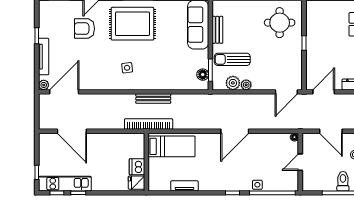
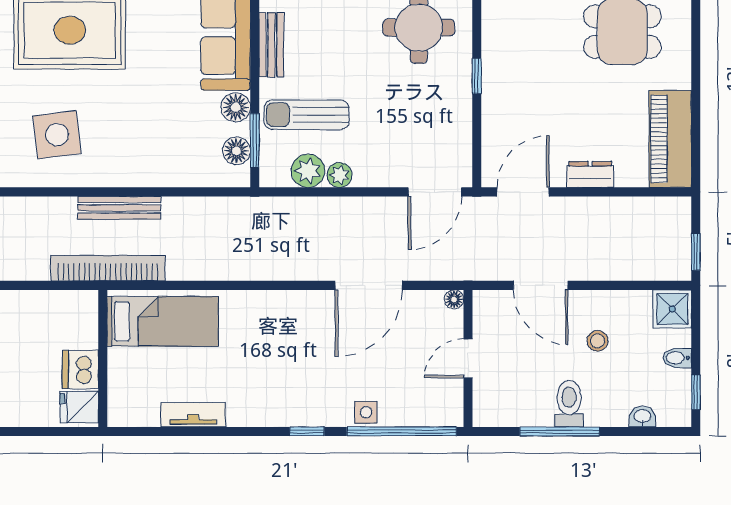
floor lamp: (202, 56) -> (236, 107), added
side table: (127, 68) -> (57, 135), width x1.87, depth x1.87
door: (235, 131) -> (369, 285), moved

